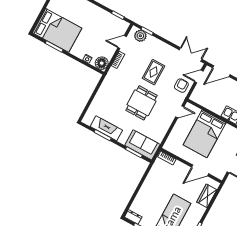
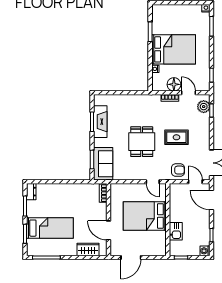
bed: (57, 30) -> (174, 49), moved, turned -90
floor lamp: (102, 63) -> (174, 84), moved
dining table: (142, 103) -> (142, 142), turned 90

